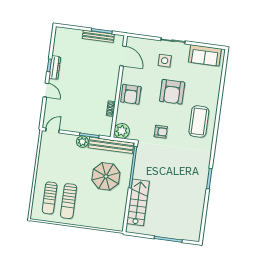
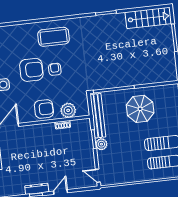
plant: (122, 131) -> (68, 110), moved
armchair: (161, 132) -> (55, 69), moved
parasol: (106, 176) -> (140, 109), moved
stairs: (138, 202) -> (148, 18), moved, turned 180

